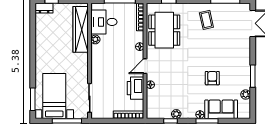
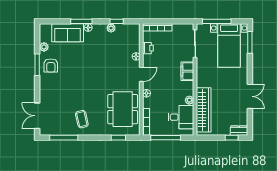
double door: (33, 43) -> (250, 96), added
filing cabinet: (97, 69) -> (187, 71), added
armchair: (212, 78) -> (51, 65), moved
printer: (136, 88) -> (148, 48), width x0.53, depth x0.68

